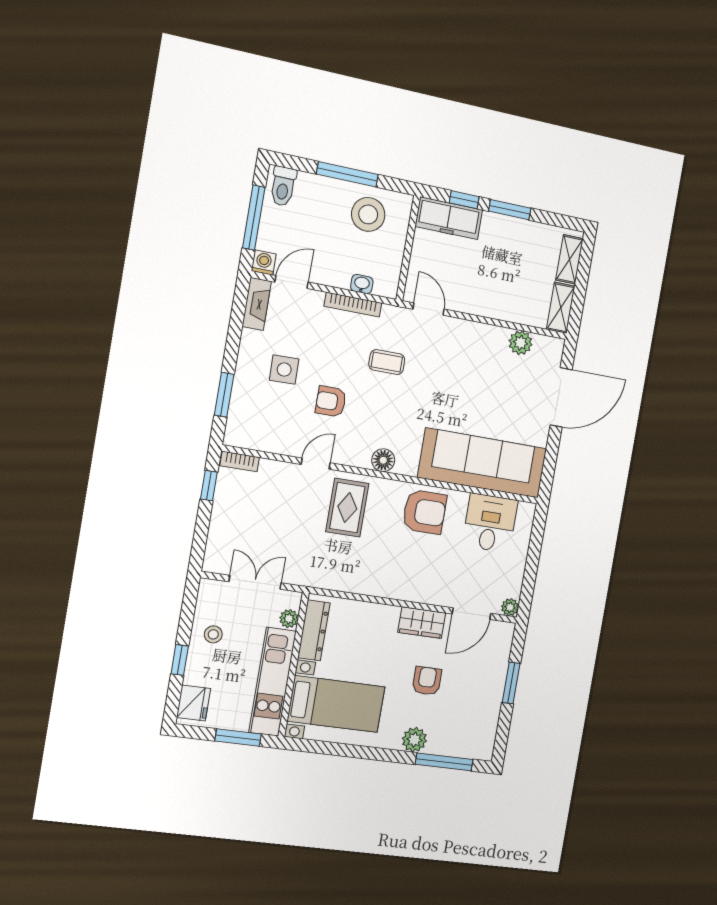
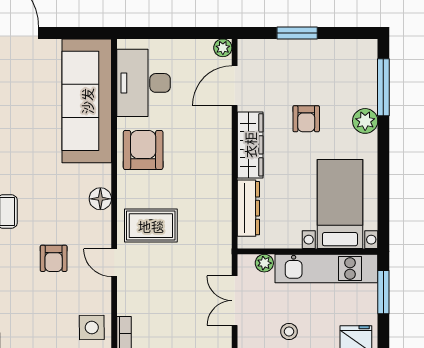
side table: (284, 370) -> (92, 328), moved
desk: (490, 523) -> (144, 83), width x1.37
door: (471, 614) -> (235, 86), swing flipped
wardrobe: (422, 623) -> (250, 145), width x1.50
dresser: (314, 630) -> (248, 208), moved, turned 90
armchair: (427, 681) -> (306, 119), turned -90

